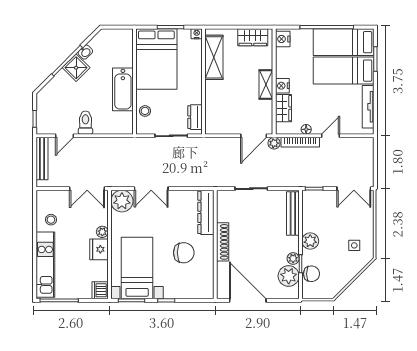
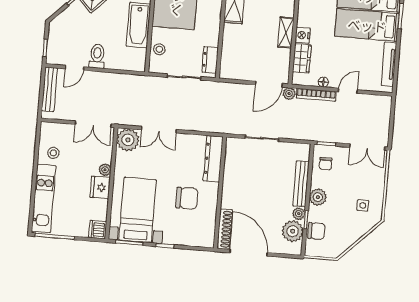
chair: (315, 208) -> (326, 164), added
bench: (293, 214) -> (301, 184), moved
shoe rack: (223, 242) -> (225, 229), moved

